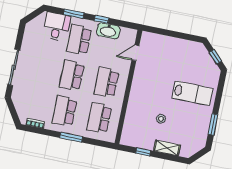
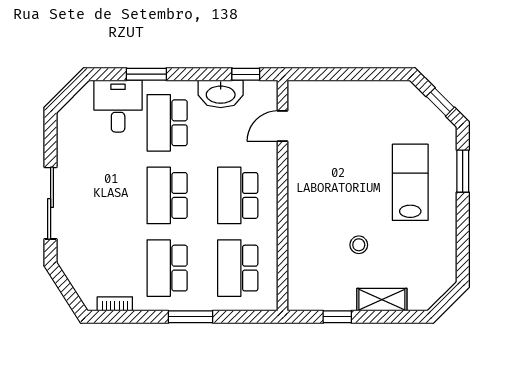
window: (102, 19) -> (246, 74), moved
lab bench: (192, 93) -> (410, 182), turned -90
window: (213, 124) -> (463, 171), moved

